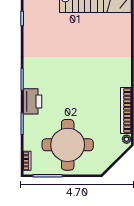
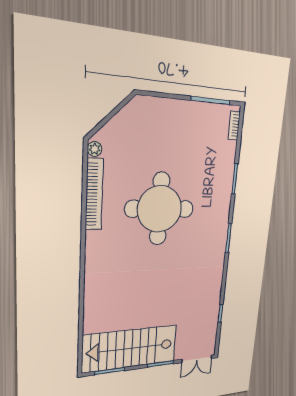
printer: (32, 101) -> (219, 209), removed
round table: (68, 145) -> (160, 209), moved

